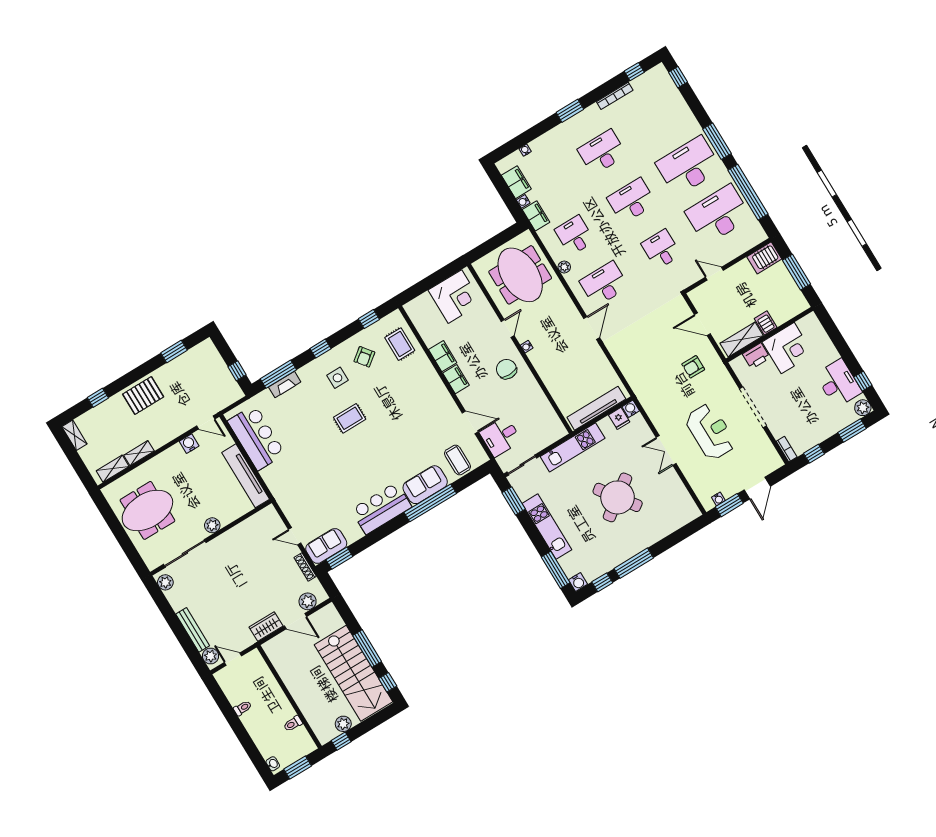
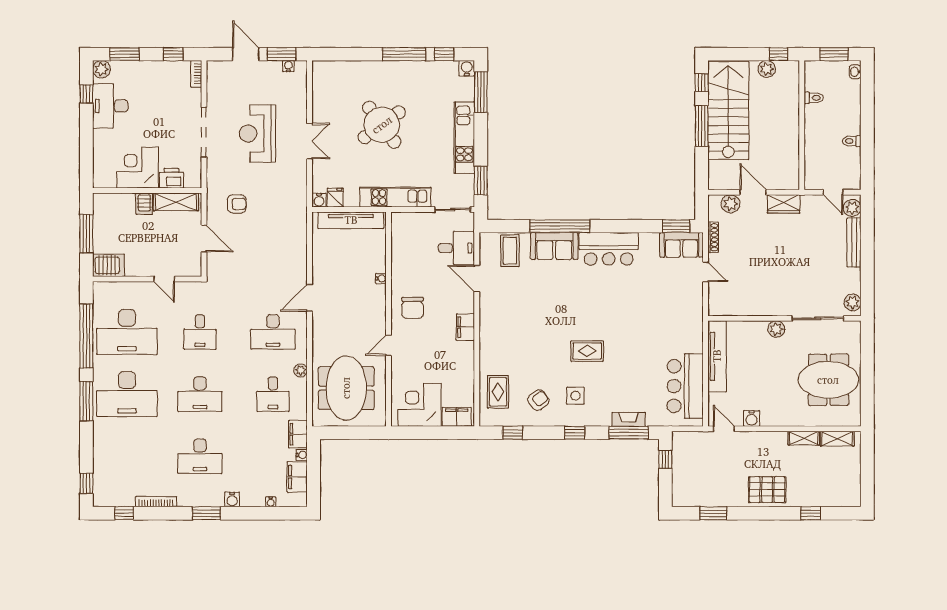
water cooler: (556, 134) -> (232, 500), added
water cooler: (527, 347) -> (381, 279), moved
filing cabinet: (443, 356) -> (457, 417), moved, turned 90
shelving: (74, 435) -> (854, 491), removed
door: (757, 488) -> (246, 54), hinge flipped

